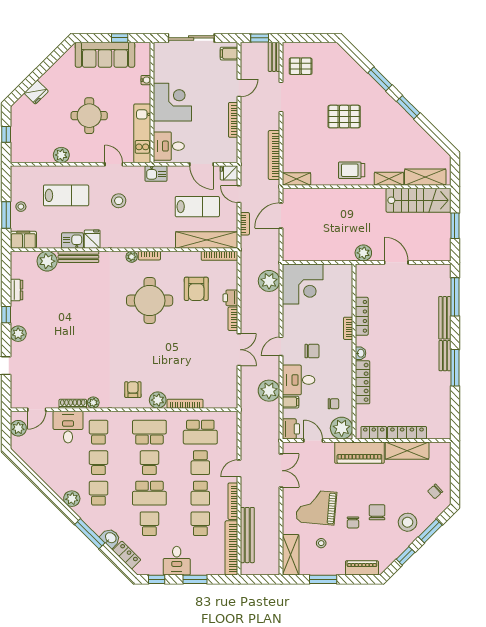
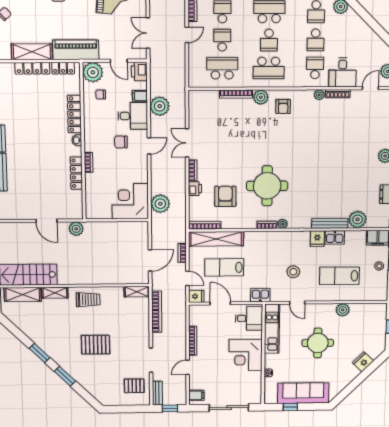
school desk: (98, 432) -> (315, 68), turned 180

